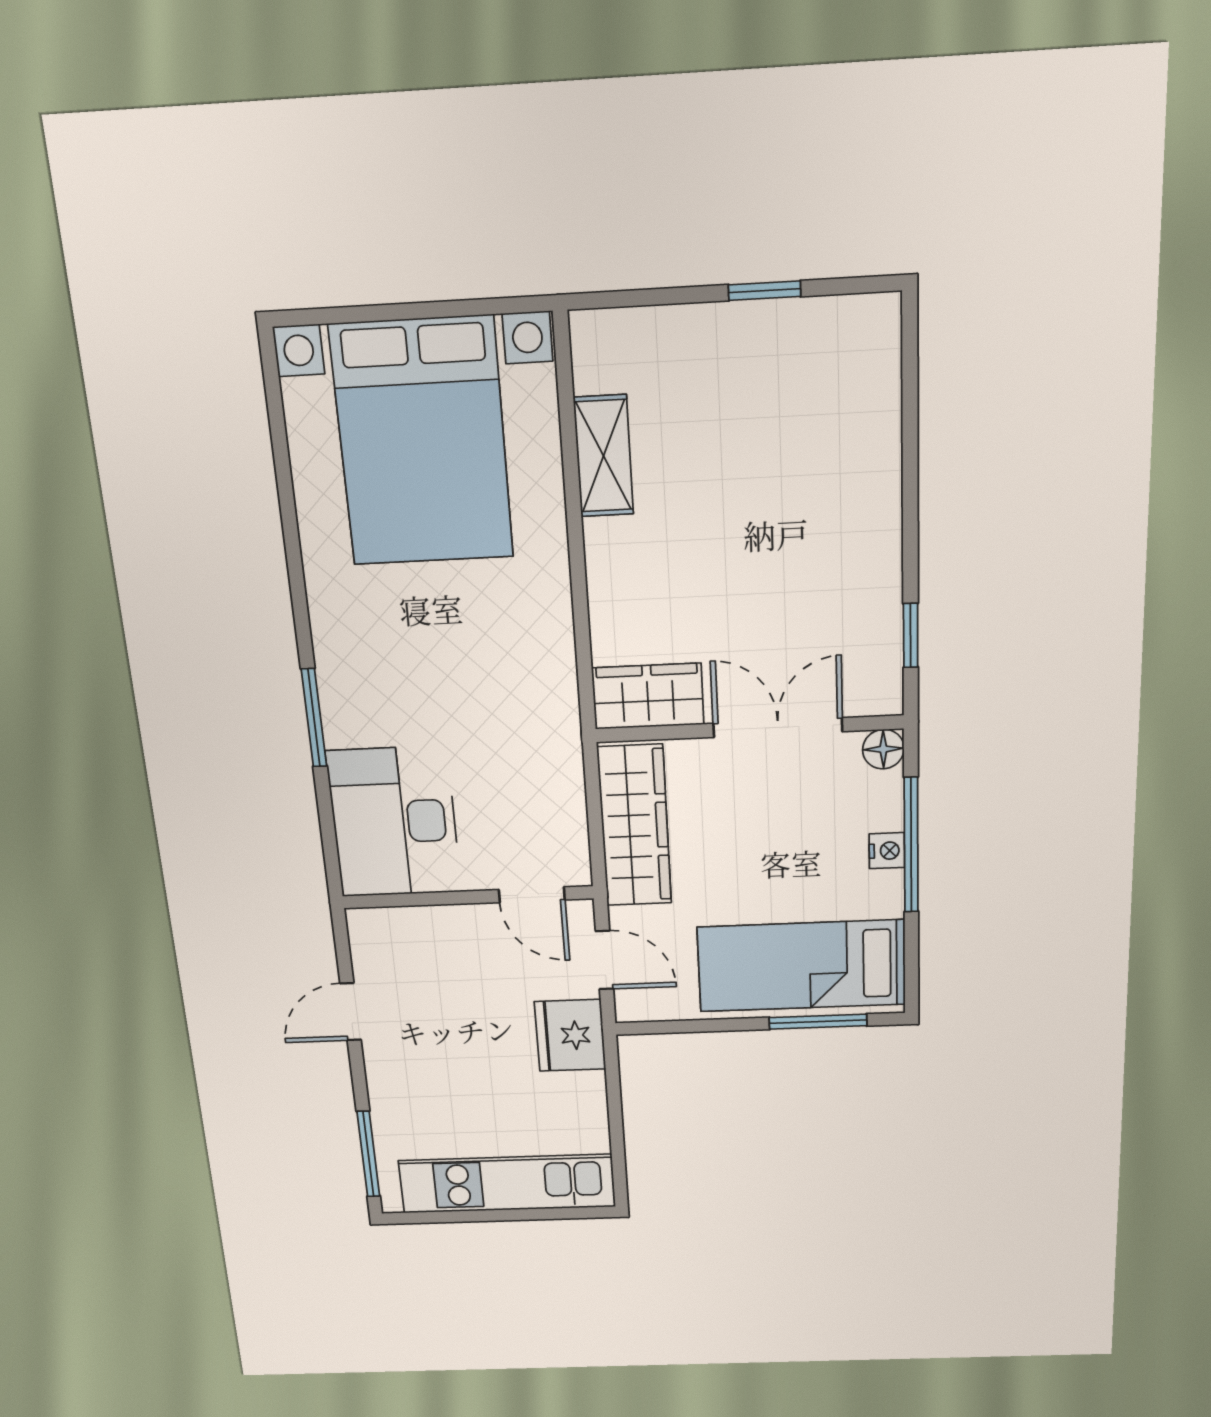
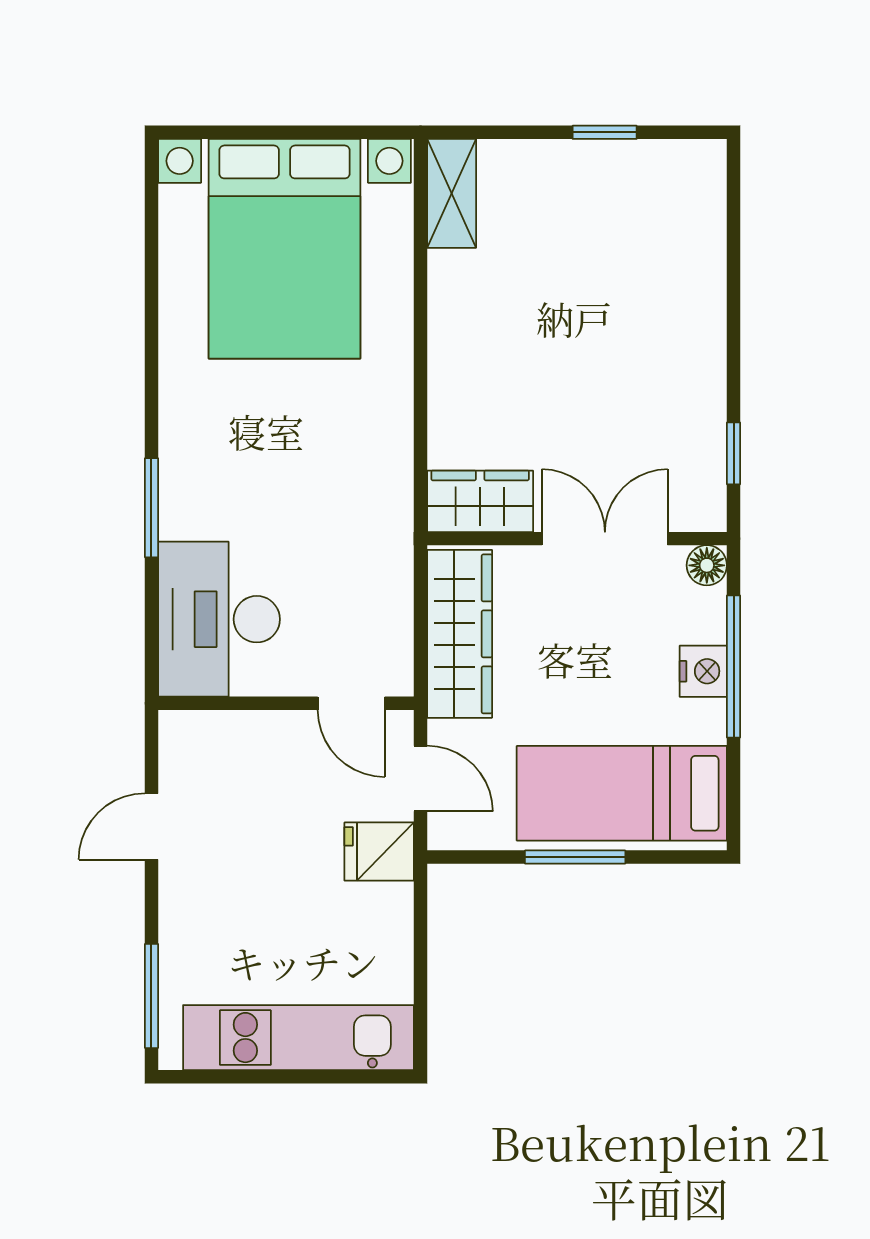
shelving: (604, 456) -> (452, 193), moved
nightstand: (887, 851) -> (703, 671), width x1.39, depth x1.35
window: (818, 1022) -> (575, 857), moved
fridge: (570, 1035) -> (379, 852), width x0.72

